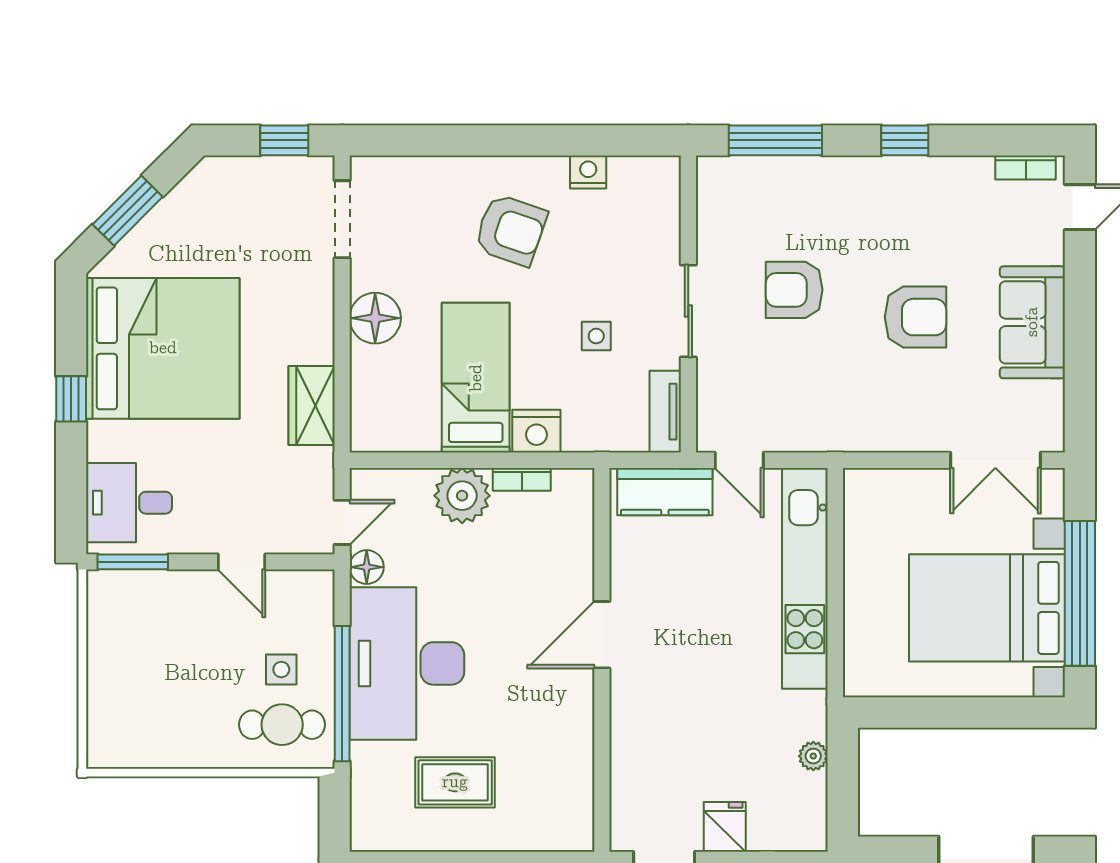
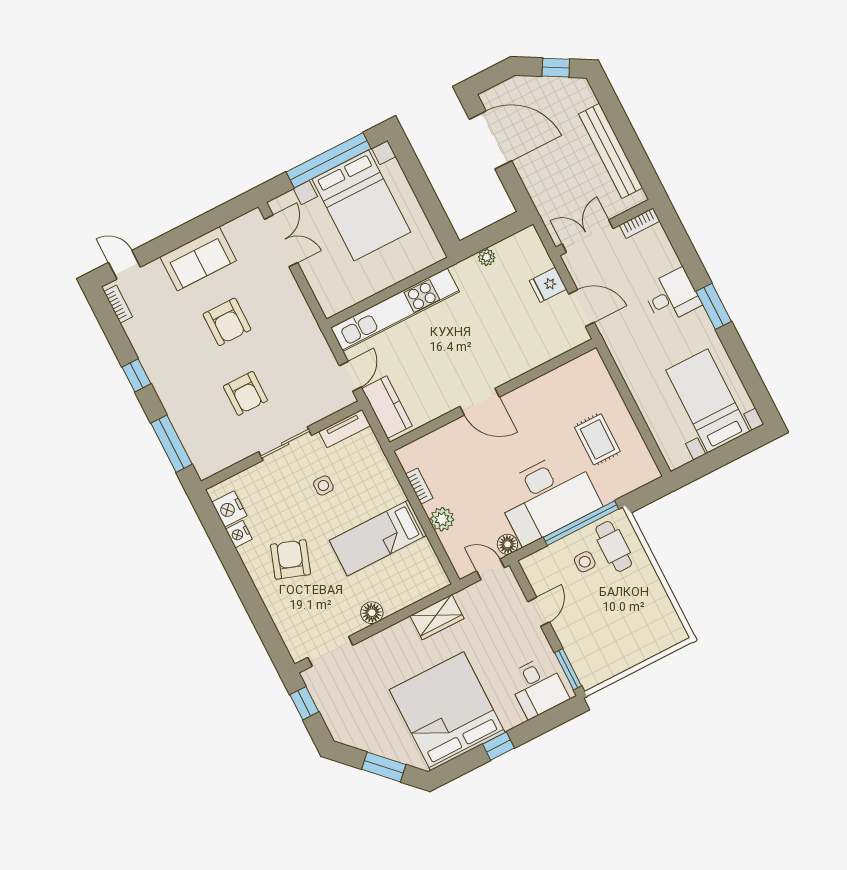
armchair: (916, 317) -> (227, 322), turned 180
floor lamp: (375, 318) -> (372, 613), width x0.73, depth x0.73
nightstand: (536, 431) -> (229, 509), moved, turned 180
plant: (462, 496) -> (442, 519), width x0.73, depth x0.73

